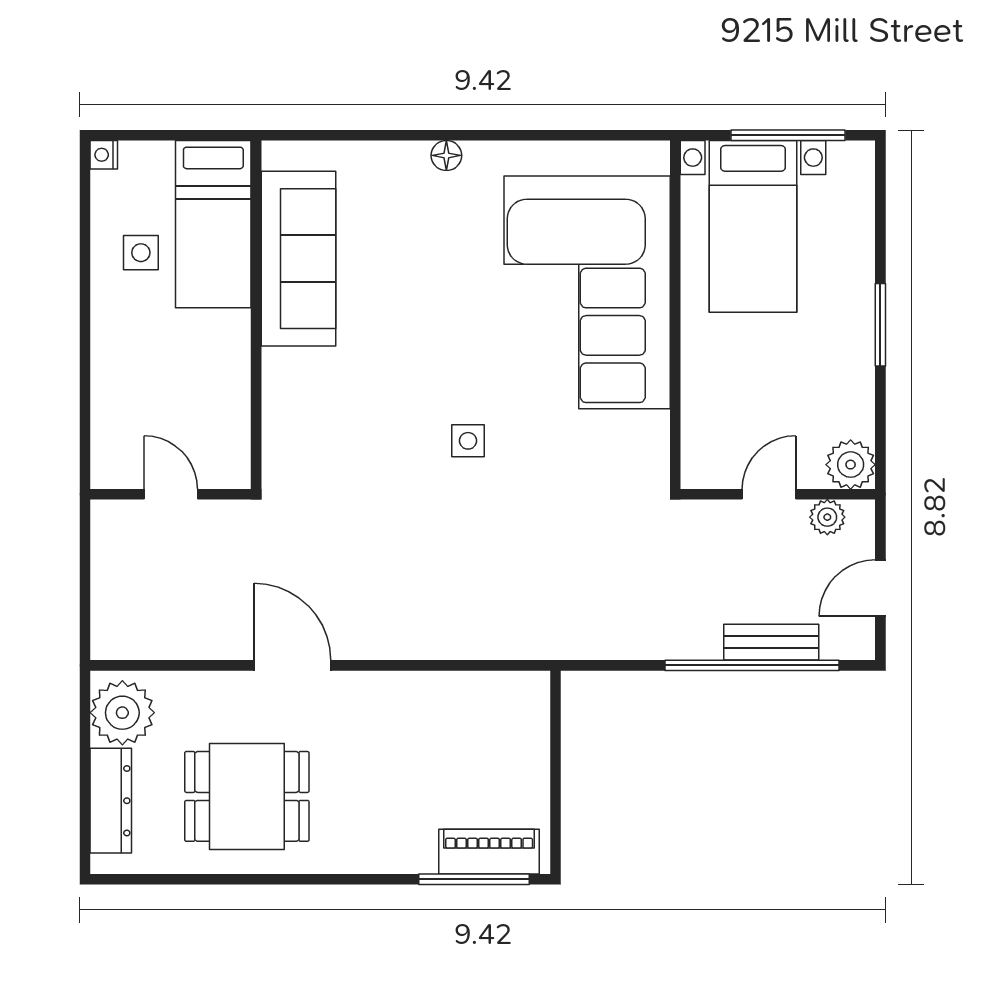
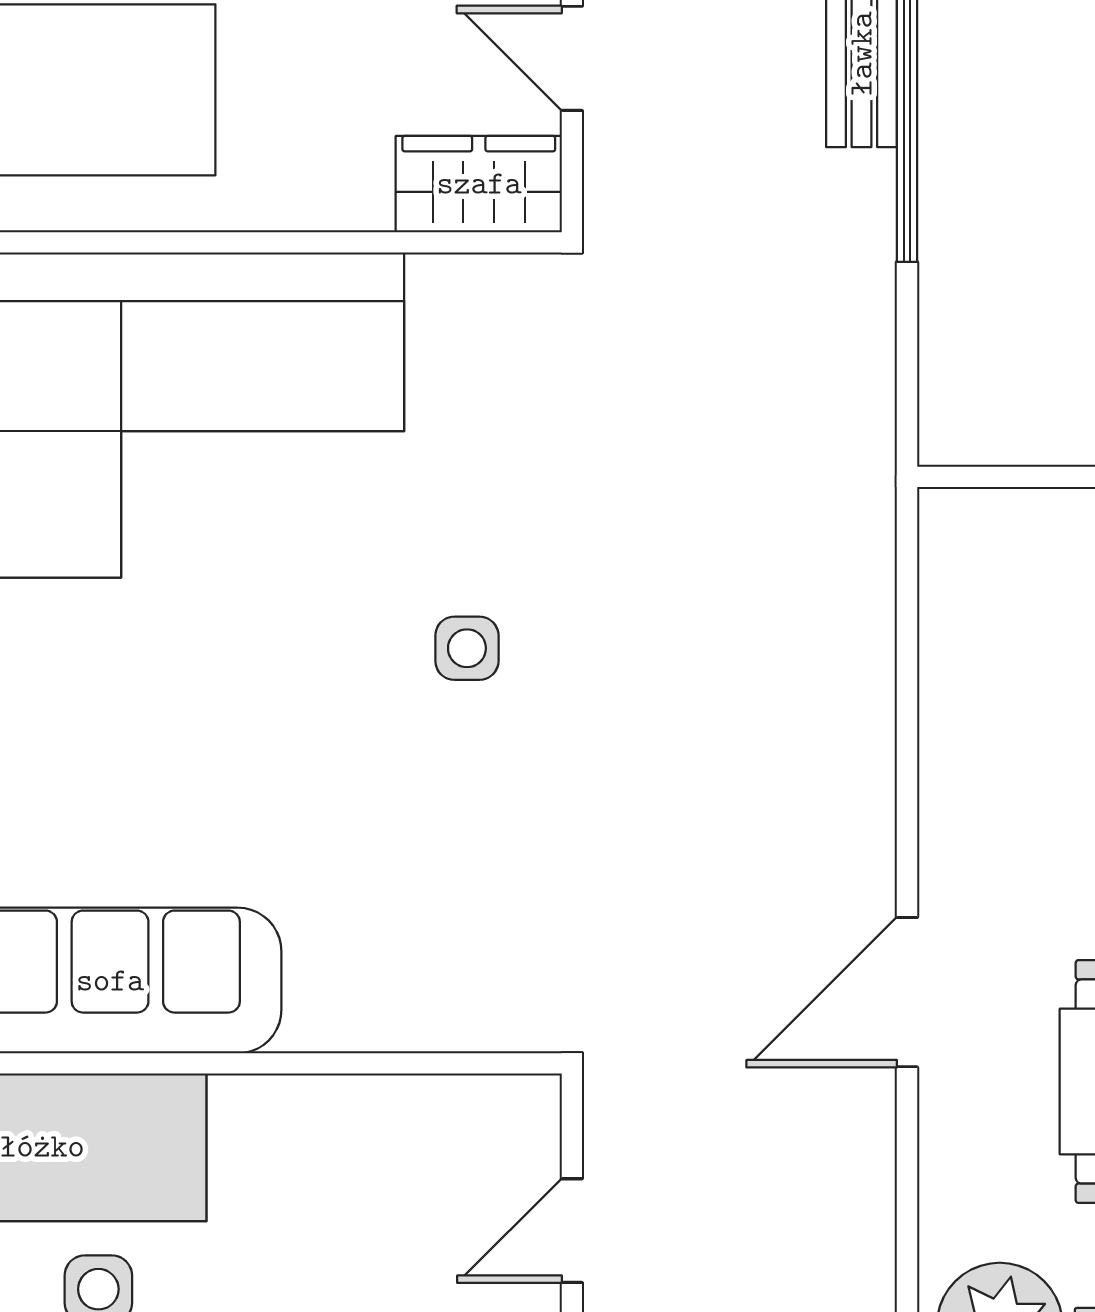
wardrobe: (705, 447) -> (479, 184), added

